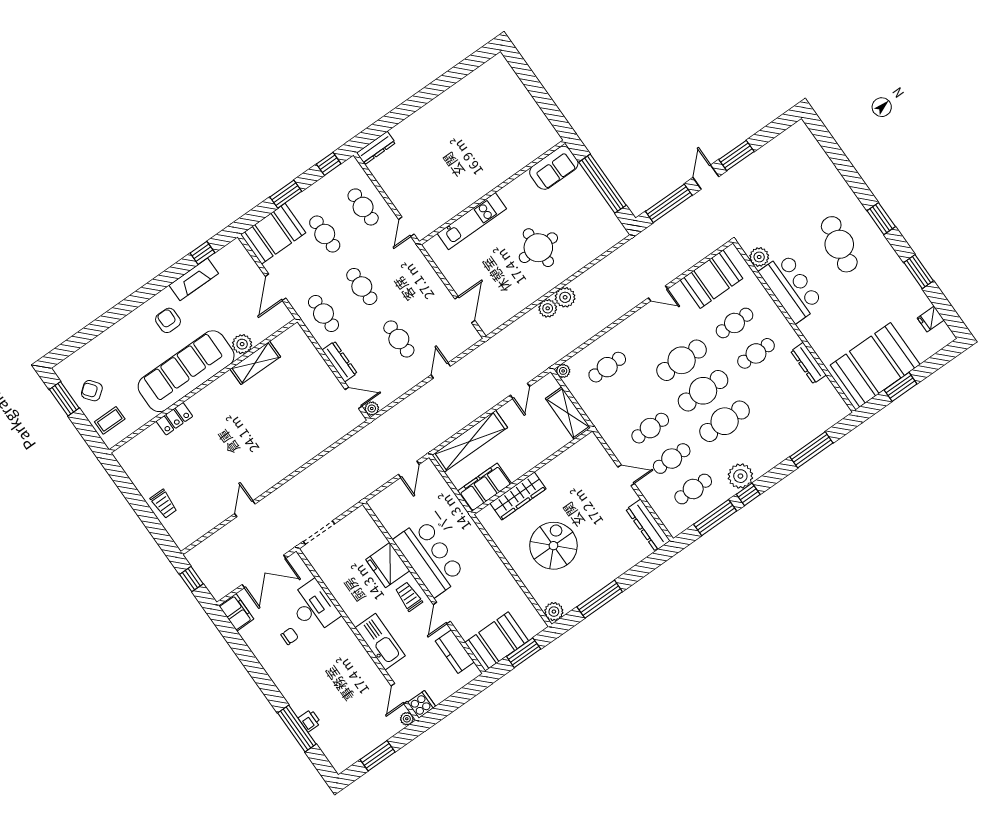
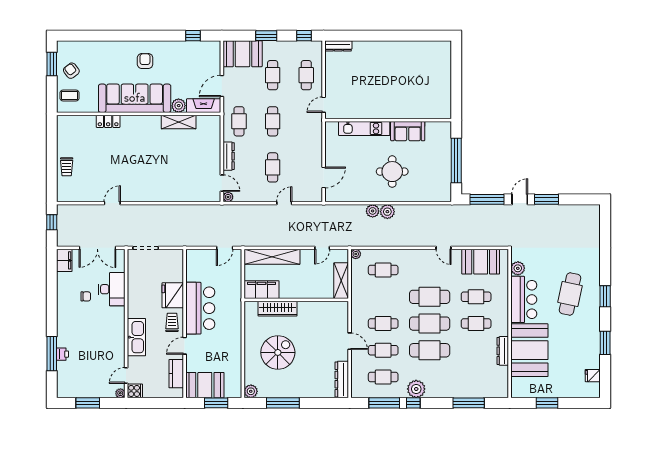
sofa: (554, 168) -> (408, 131), moved
fireplace: (194, 279) -> (204, 106), moved, turned 180
booth: (875, 365) -> (529, 350), moved, turned 90

